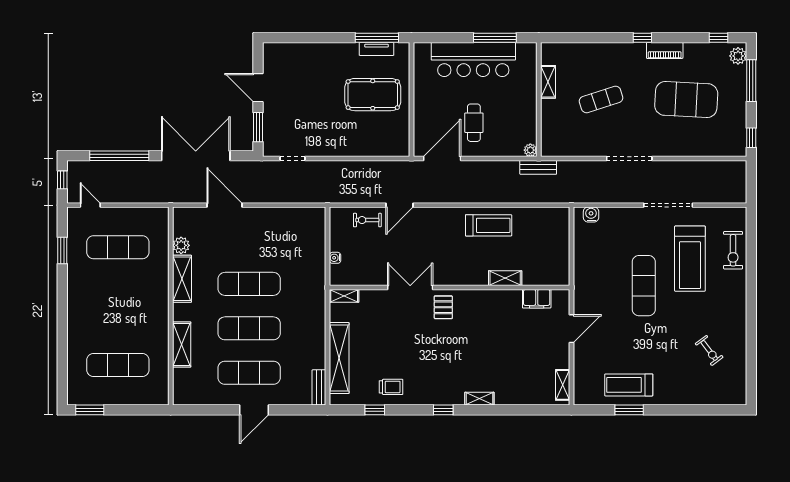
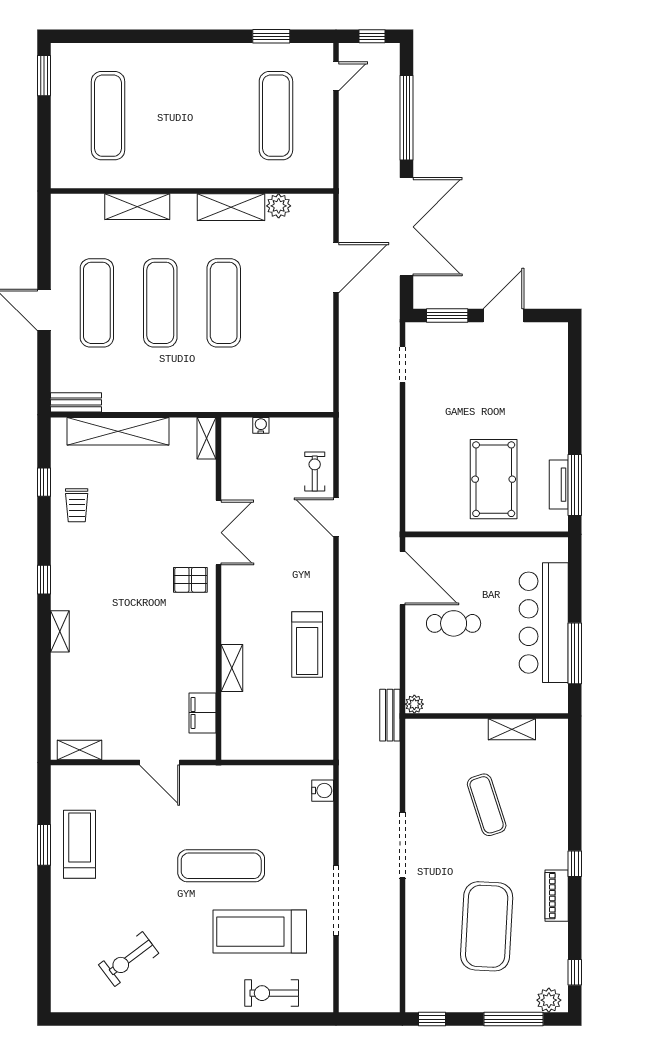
exercise bike: (709, 350) -> (129, 959), width x1.38, depth x1.39

